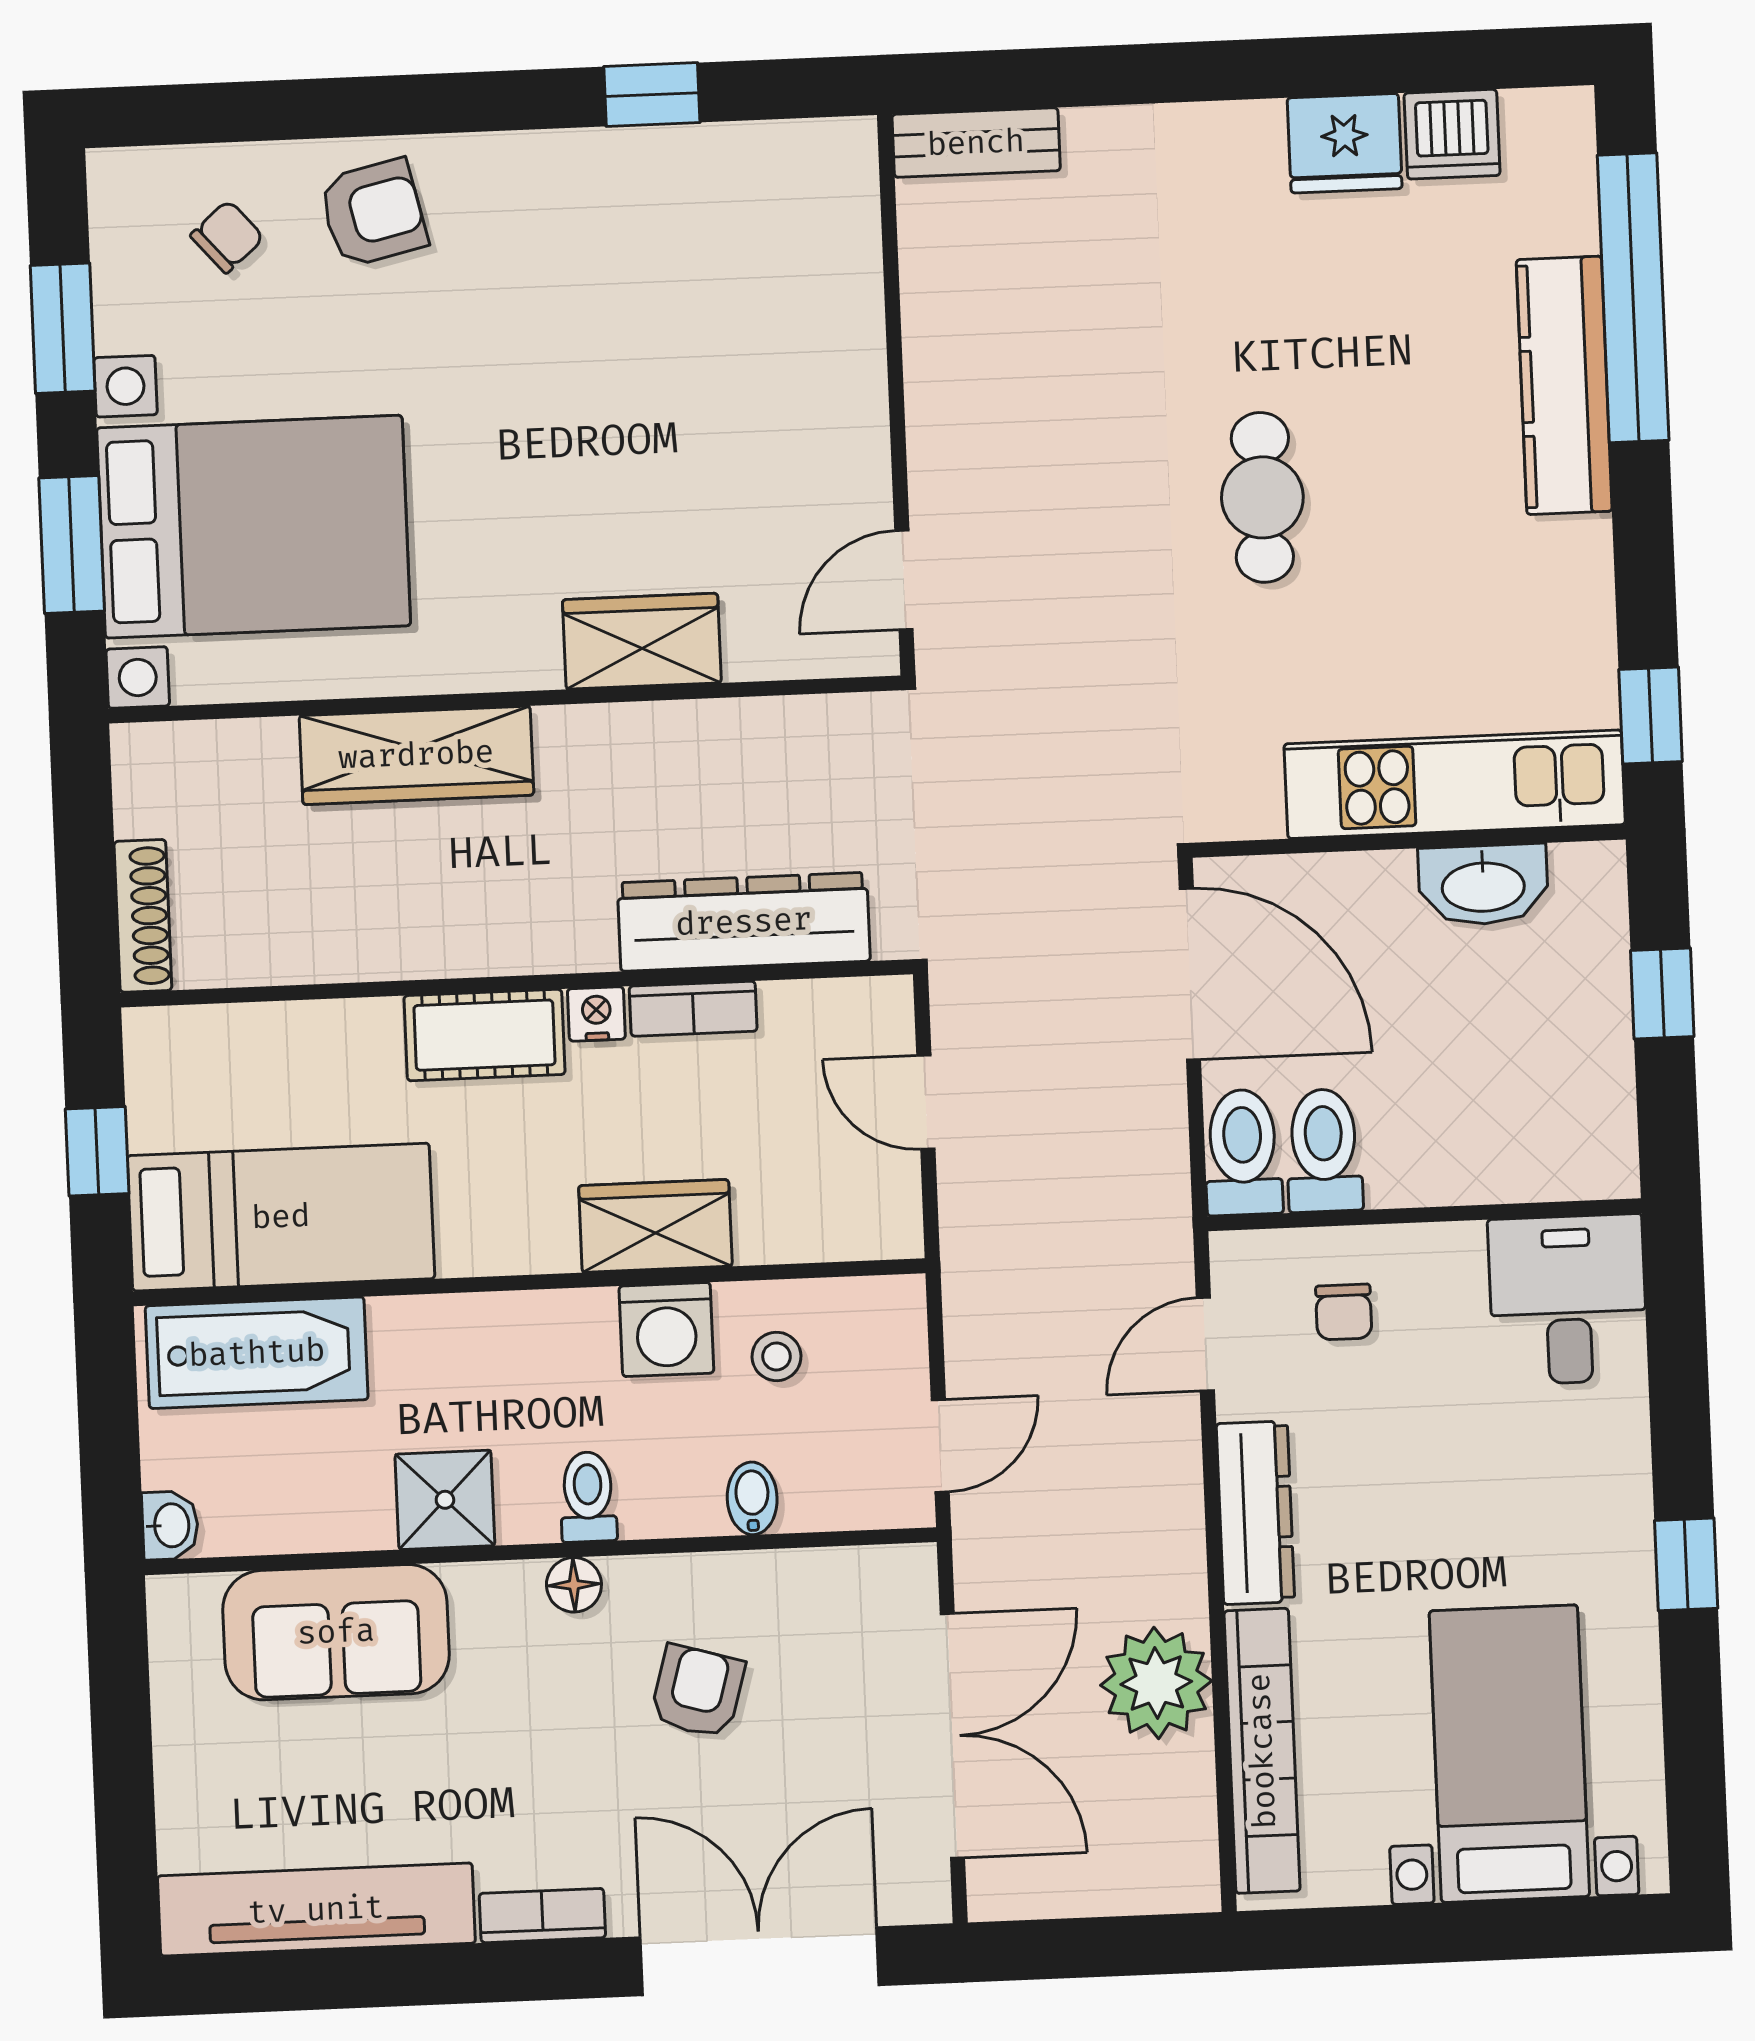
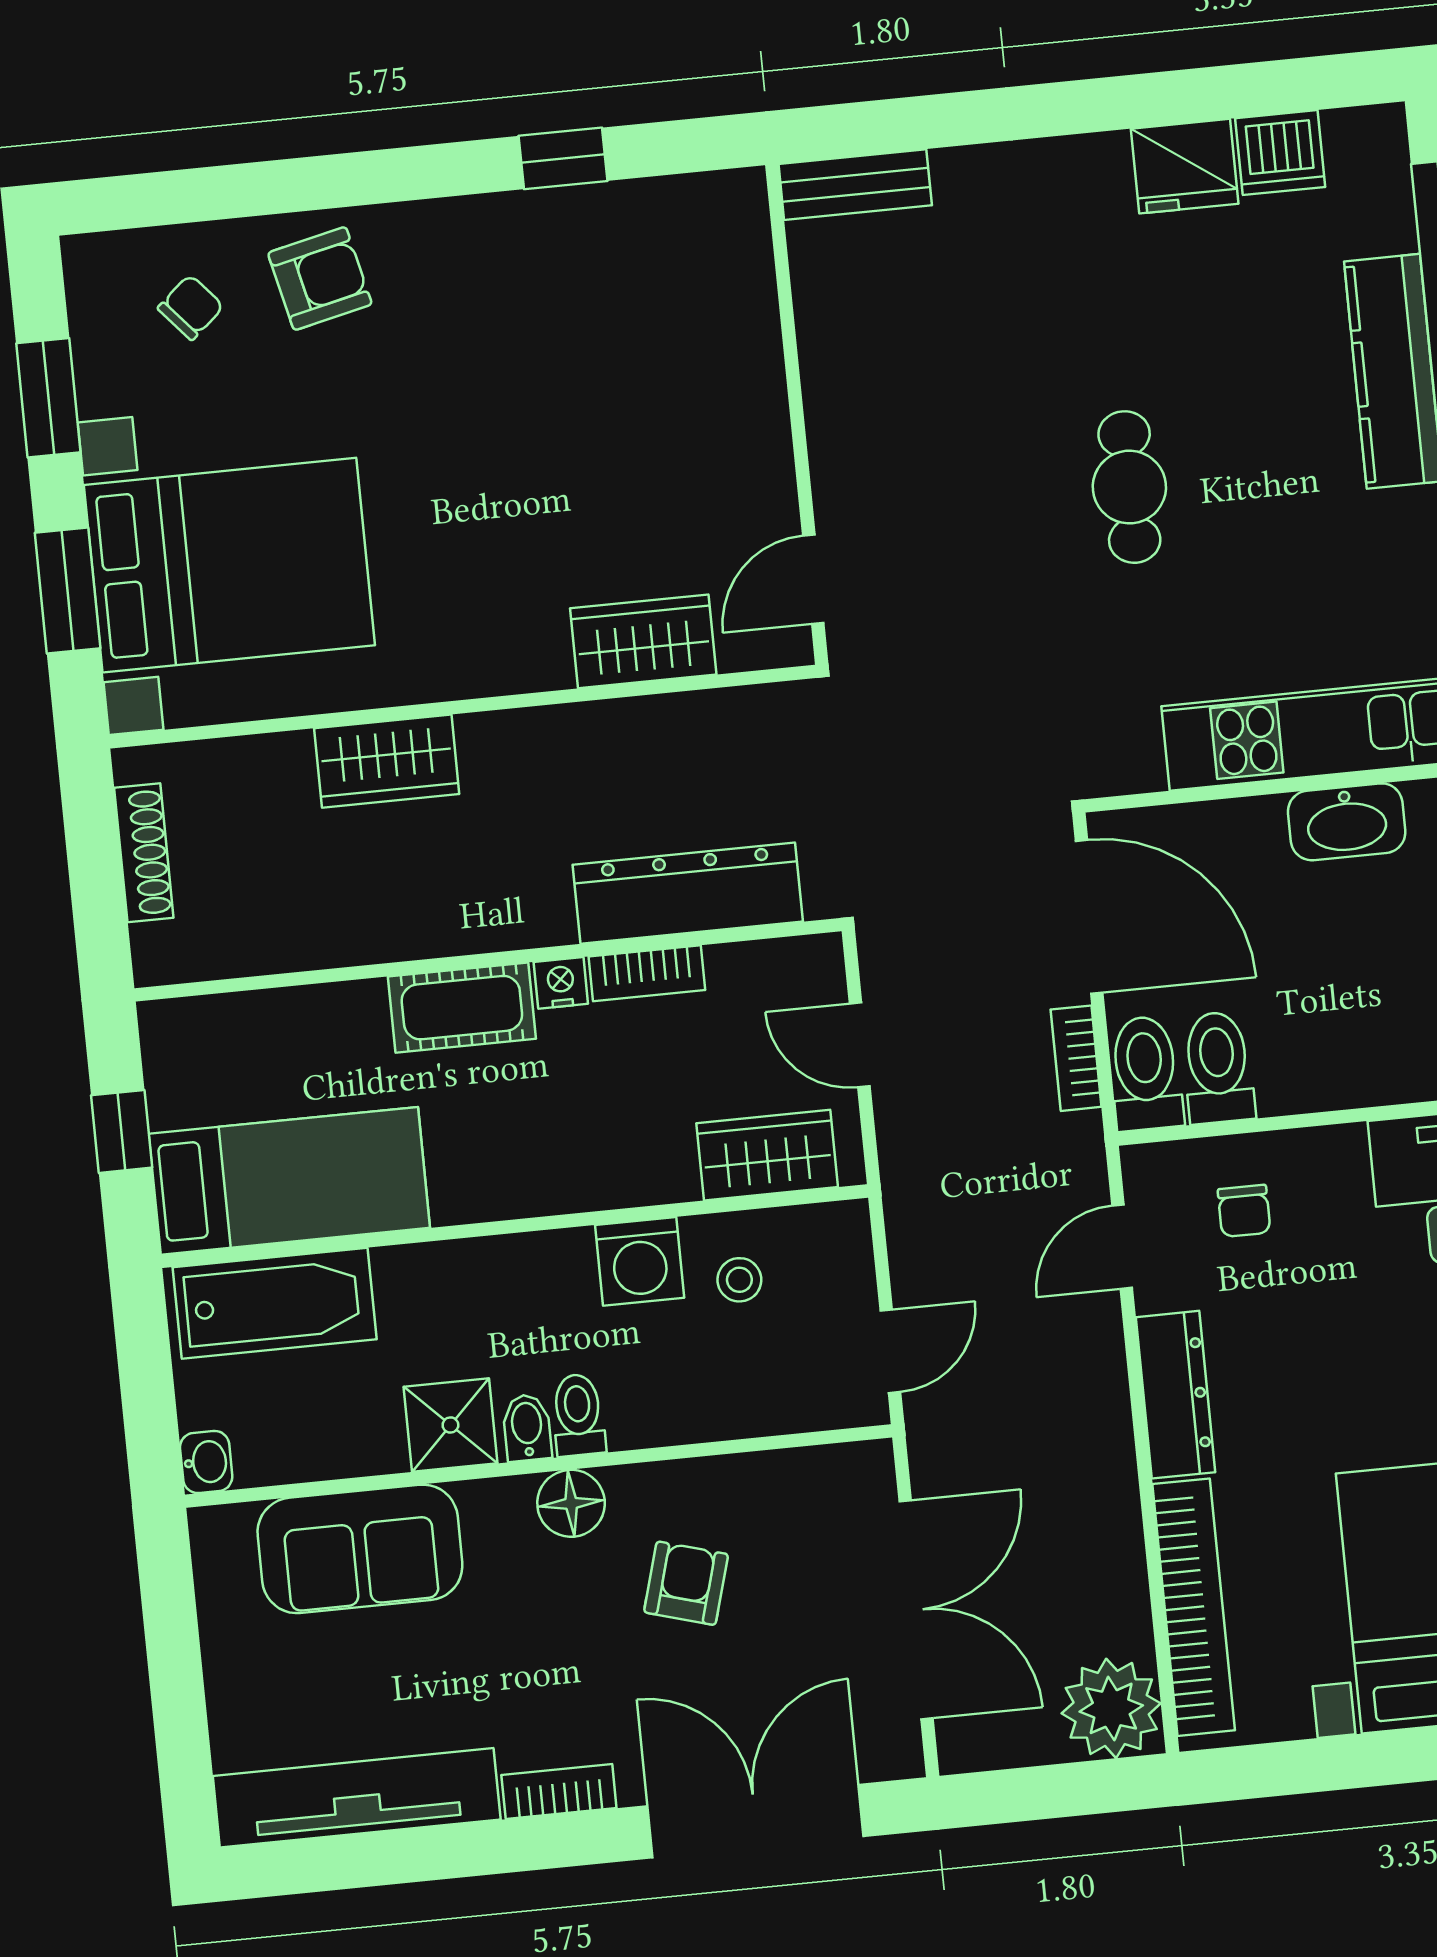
wardrobe: (642, 641) -> (643, 641), moved
wardrobe: (416, 755) -> (387, 761), width x0.67
shoe rack: (143, 916) -> (144, 853), moved
bookcase: (1166, 1131) -> (1076, 1058), added
wardrobe: (655, 1226) -> (767, 1155), moved
bidet: (752, 1498) -> (527, 1428), moved
floor lamp: (574, 1585) -> (571, 1503), width x1.37, depth x1.37
plant: (1156, 1683) -> (1111, 1708), moved

